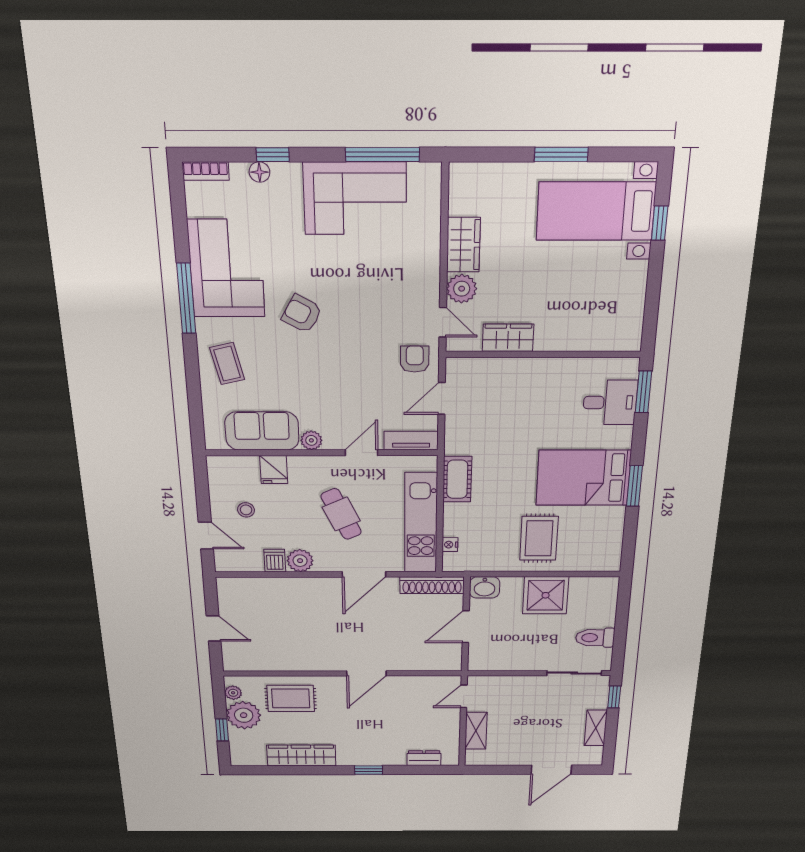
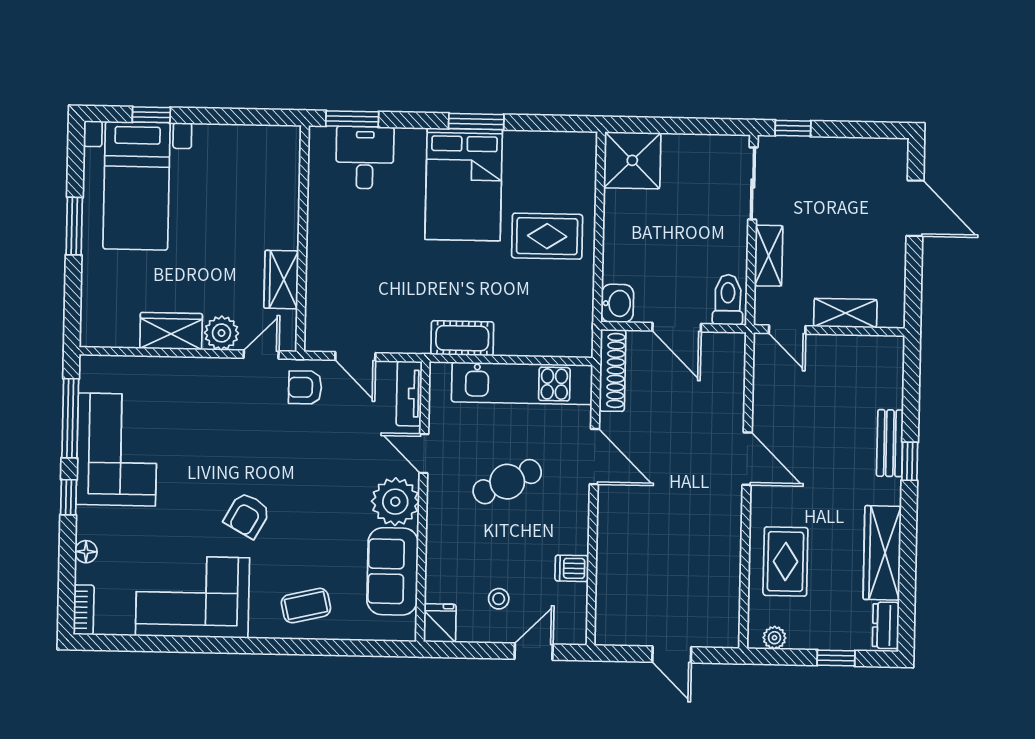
window: (273, 155) -> (69, 497), moved
window: (186, 298) -> (226, 645), removed
plant: (311, 440) -> (395, 502), width x1.87, depth x1.87
fridge: (274, 470) -> (440, 623), moved, turned -90
nightstand: (450, 545) -> (554, 347), removed
plant: (300, 561) -> (573, 536), removed
shower: (546, 595) -> (632, 160), moved
door: (214, 628) -> (672, 655), swing flipped
toilet: (595, 638) -> (728, 300), moved, turned 180
plant: (244, 715) -> (812, 627), removed
shelving: (596, 728) -> (769, 256), moved, turned 90
bench: (381, 758) -> (890, 443), added
dresser: (424, 758) -> (886, 625), moved

